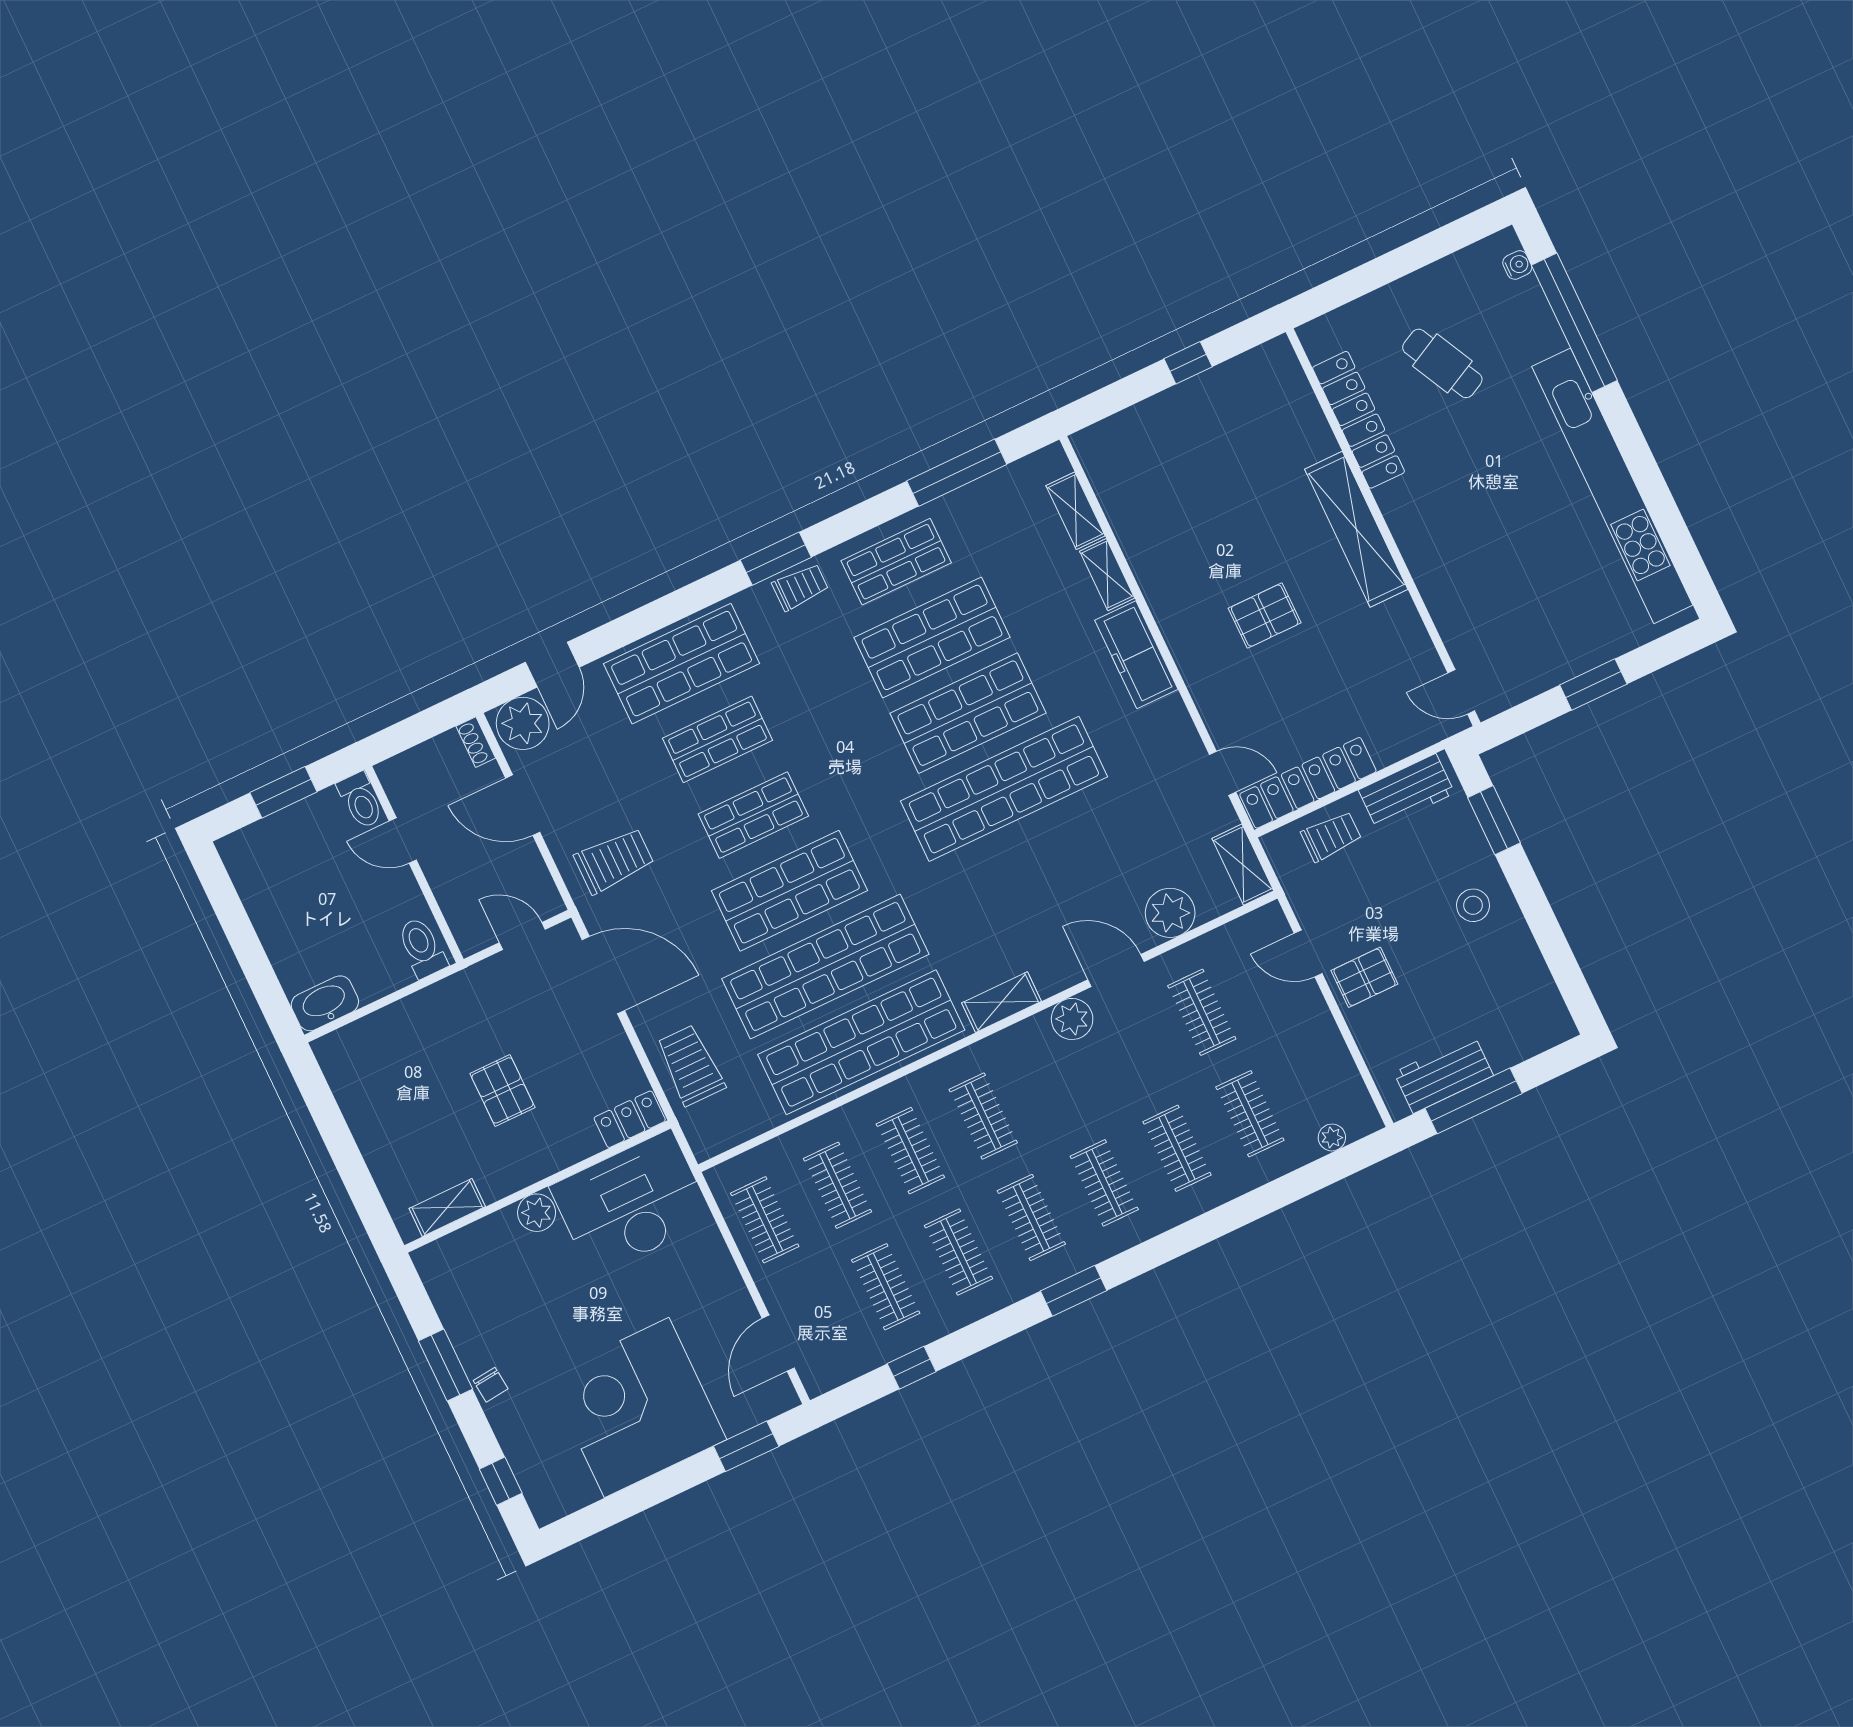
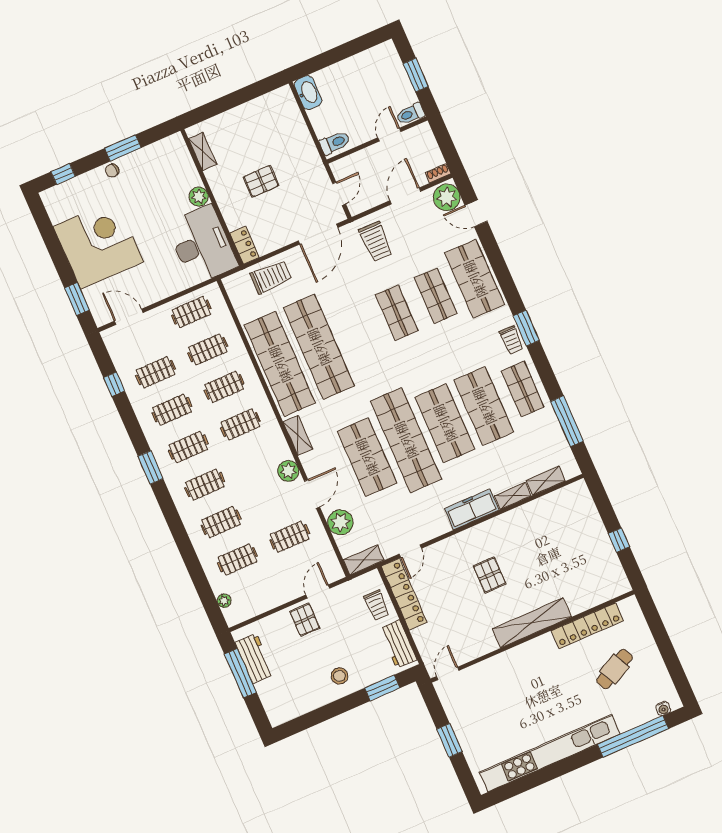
shop shelf: (789, 891) -> (367, 457), moved

